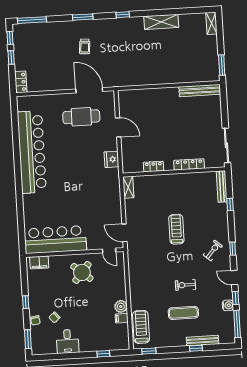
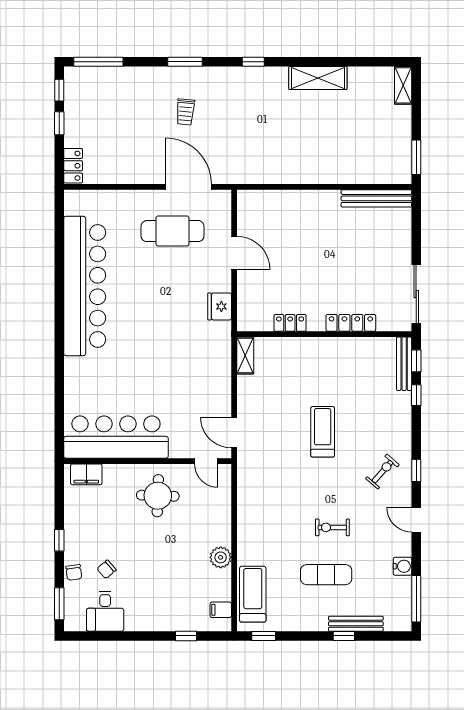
round table: (82, 272) -> (158, 496), turned -38
window: (236, 298) -> (416, 361), moved
filing cabinet: (122, 318) -> (221, 610), moved
desk: (67, 341) -> (105, 611), moved

